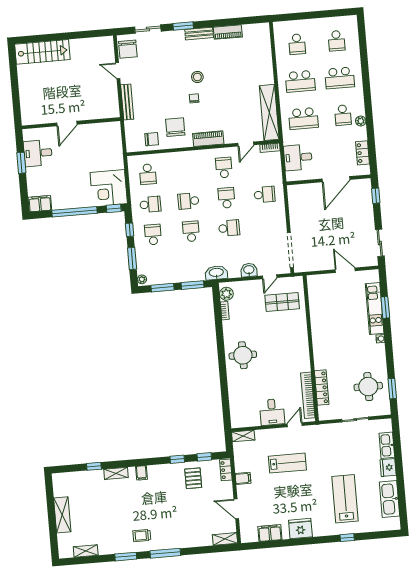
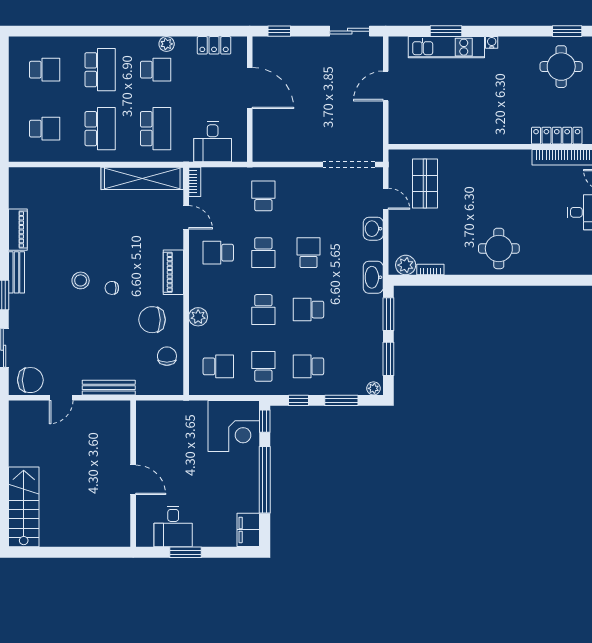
plant: (180, 158) -> (198, 317), added
school desk: (226, 198) -> (263, 253), turned -90

